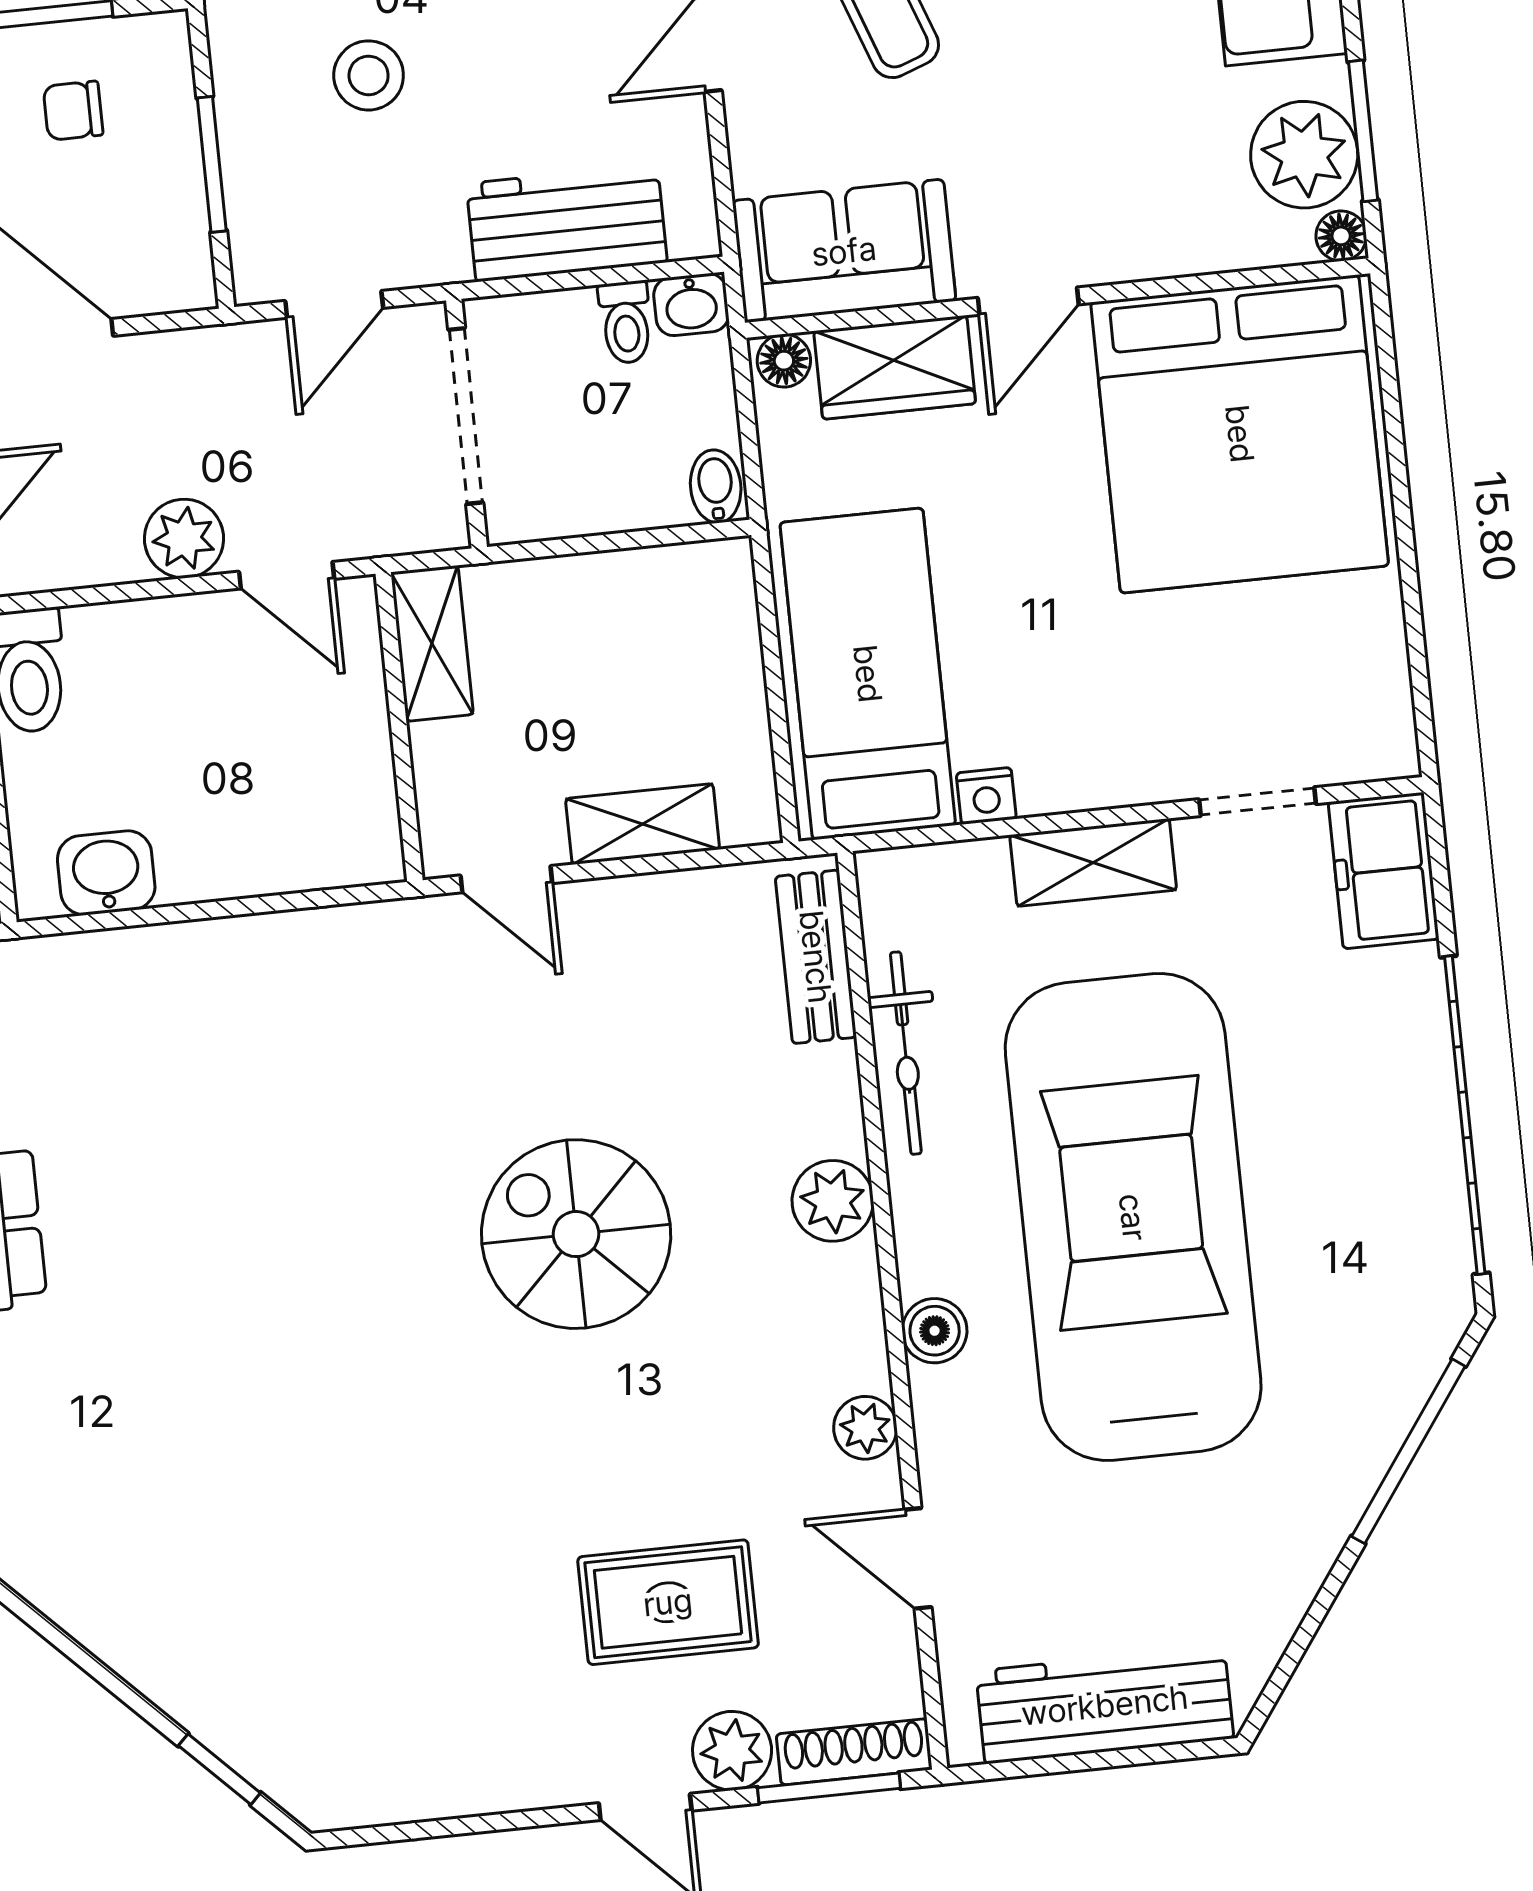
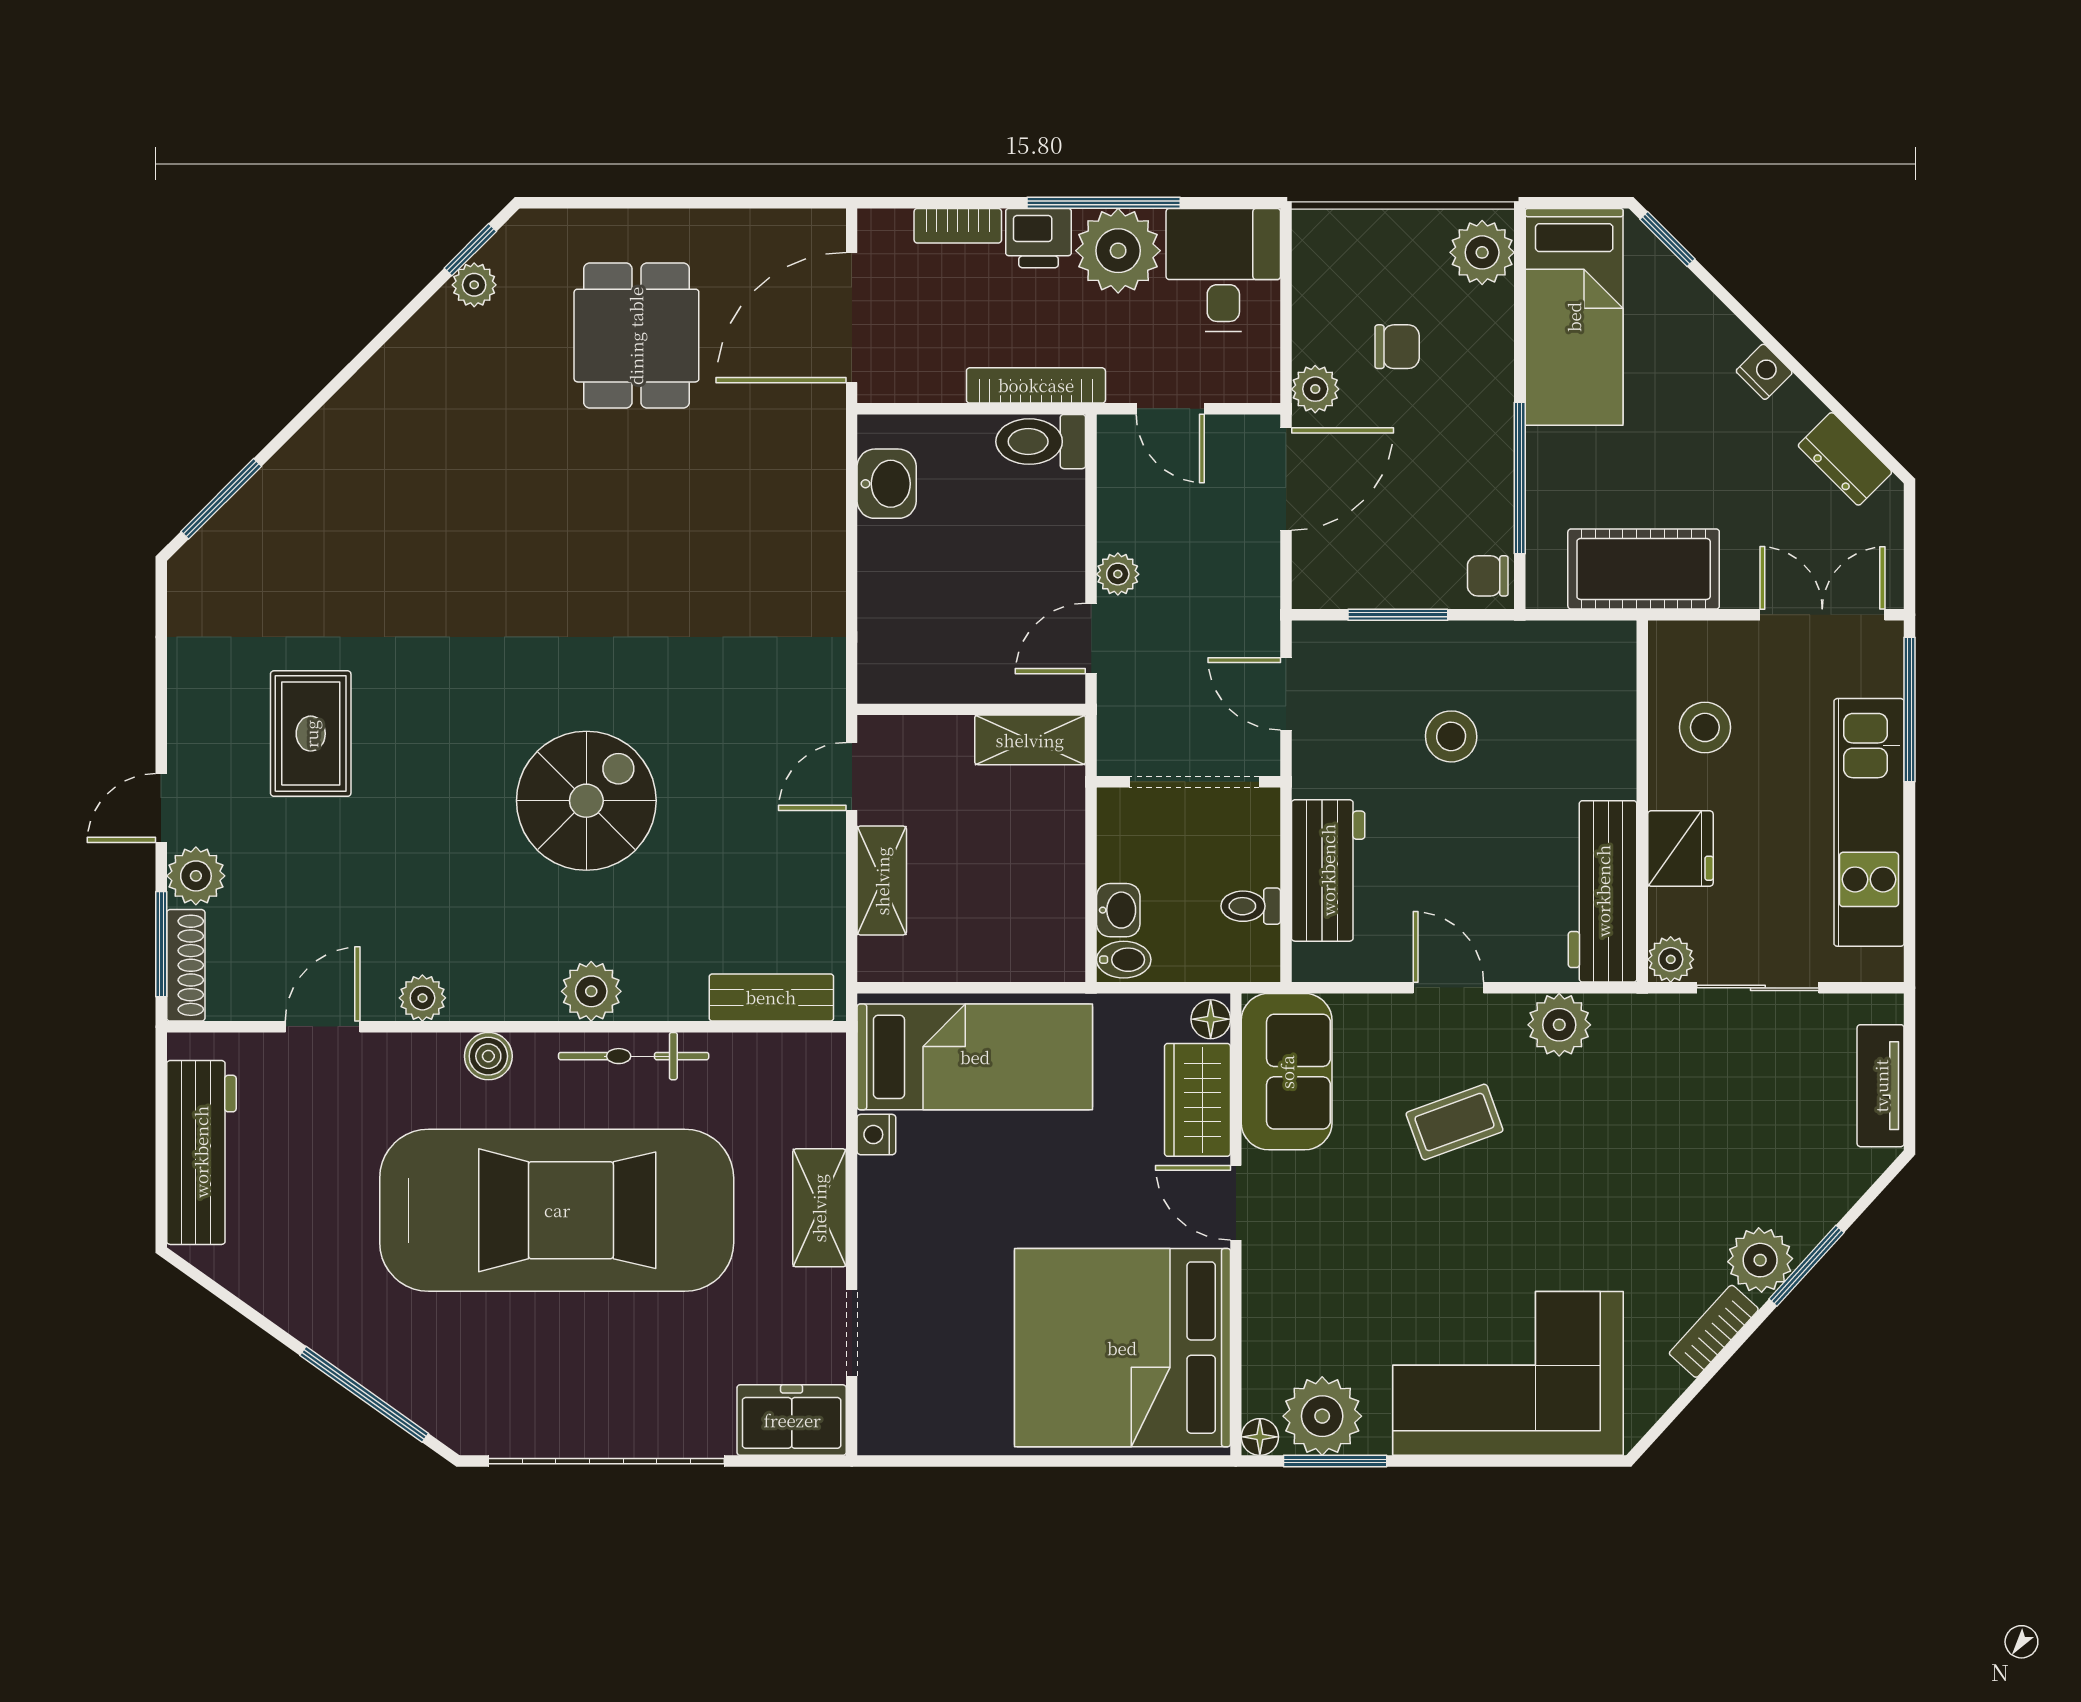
chair: (73, 111) -> (1488, 576), moved, turned -90
washbasin: (691, 305) -> (1118, 910), moved, turned 180
plant: (184, 539) -> (1118, 574), width x0.73, depth x0.73
bicycle: (906, 1053) -> (634, 1056), moved
rug: (668, 1602) -> (311, 734), moved
window: (219, 1769) -> (221, 499), width x1.50

